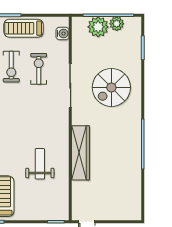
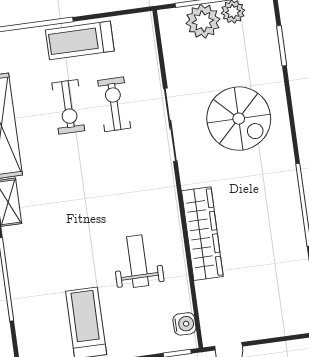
water cooler: (62, 34) -> (184, 324), moved
spiral stairs: (111, 87) -> (239, 119), turned -90

